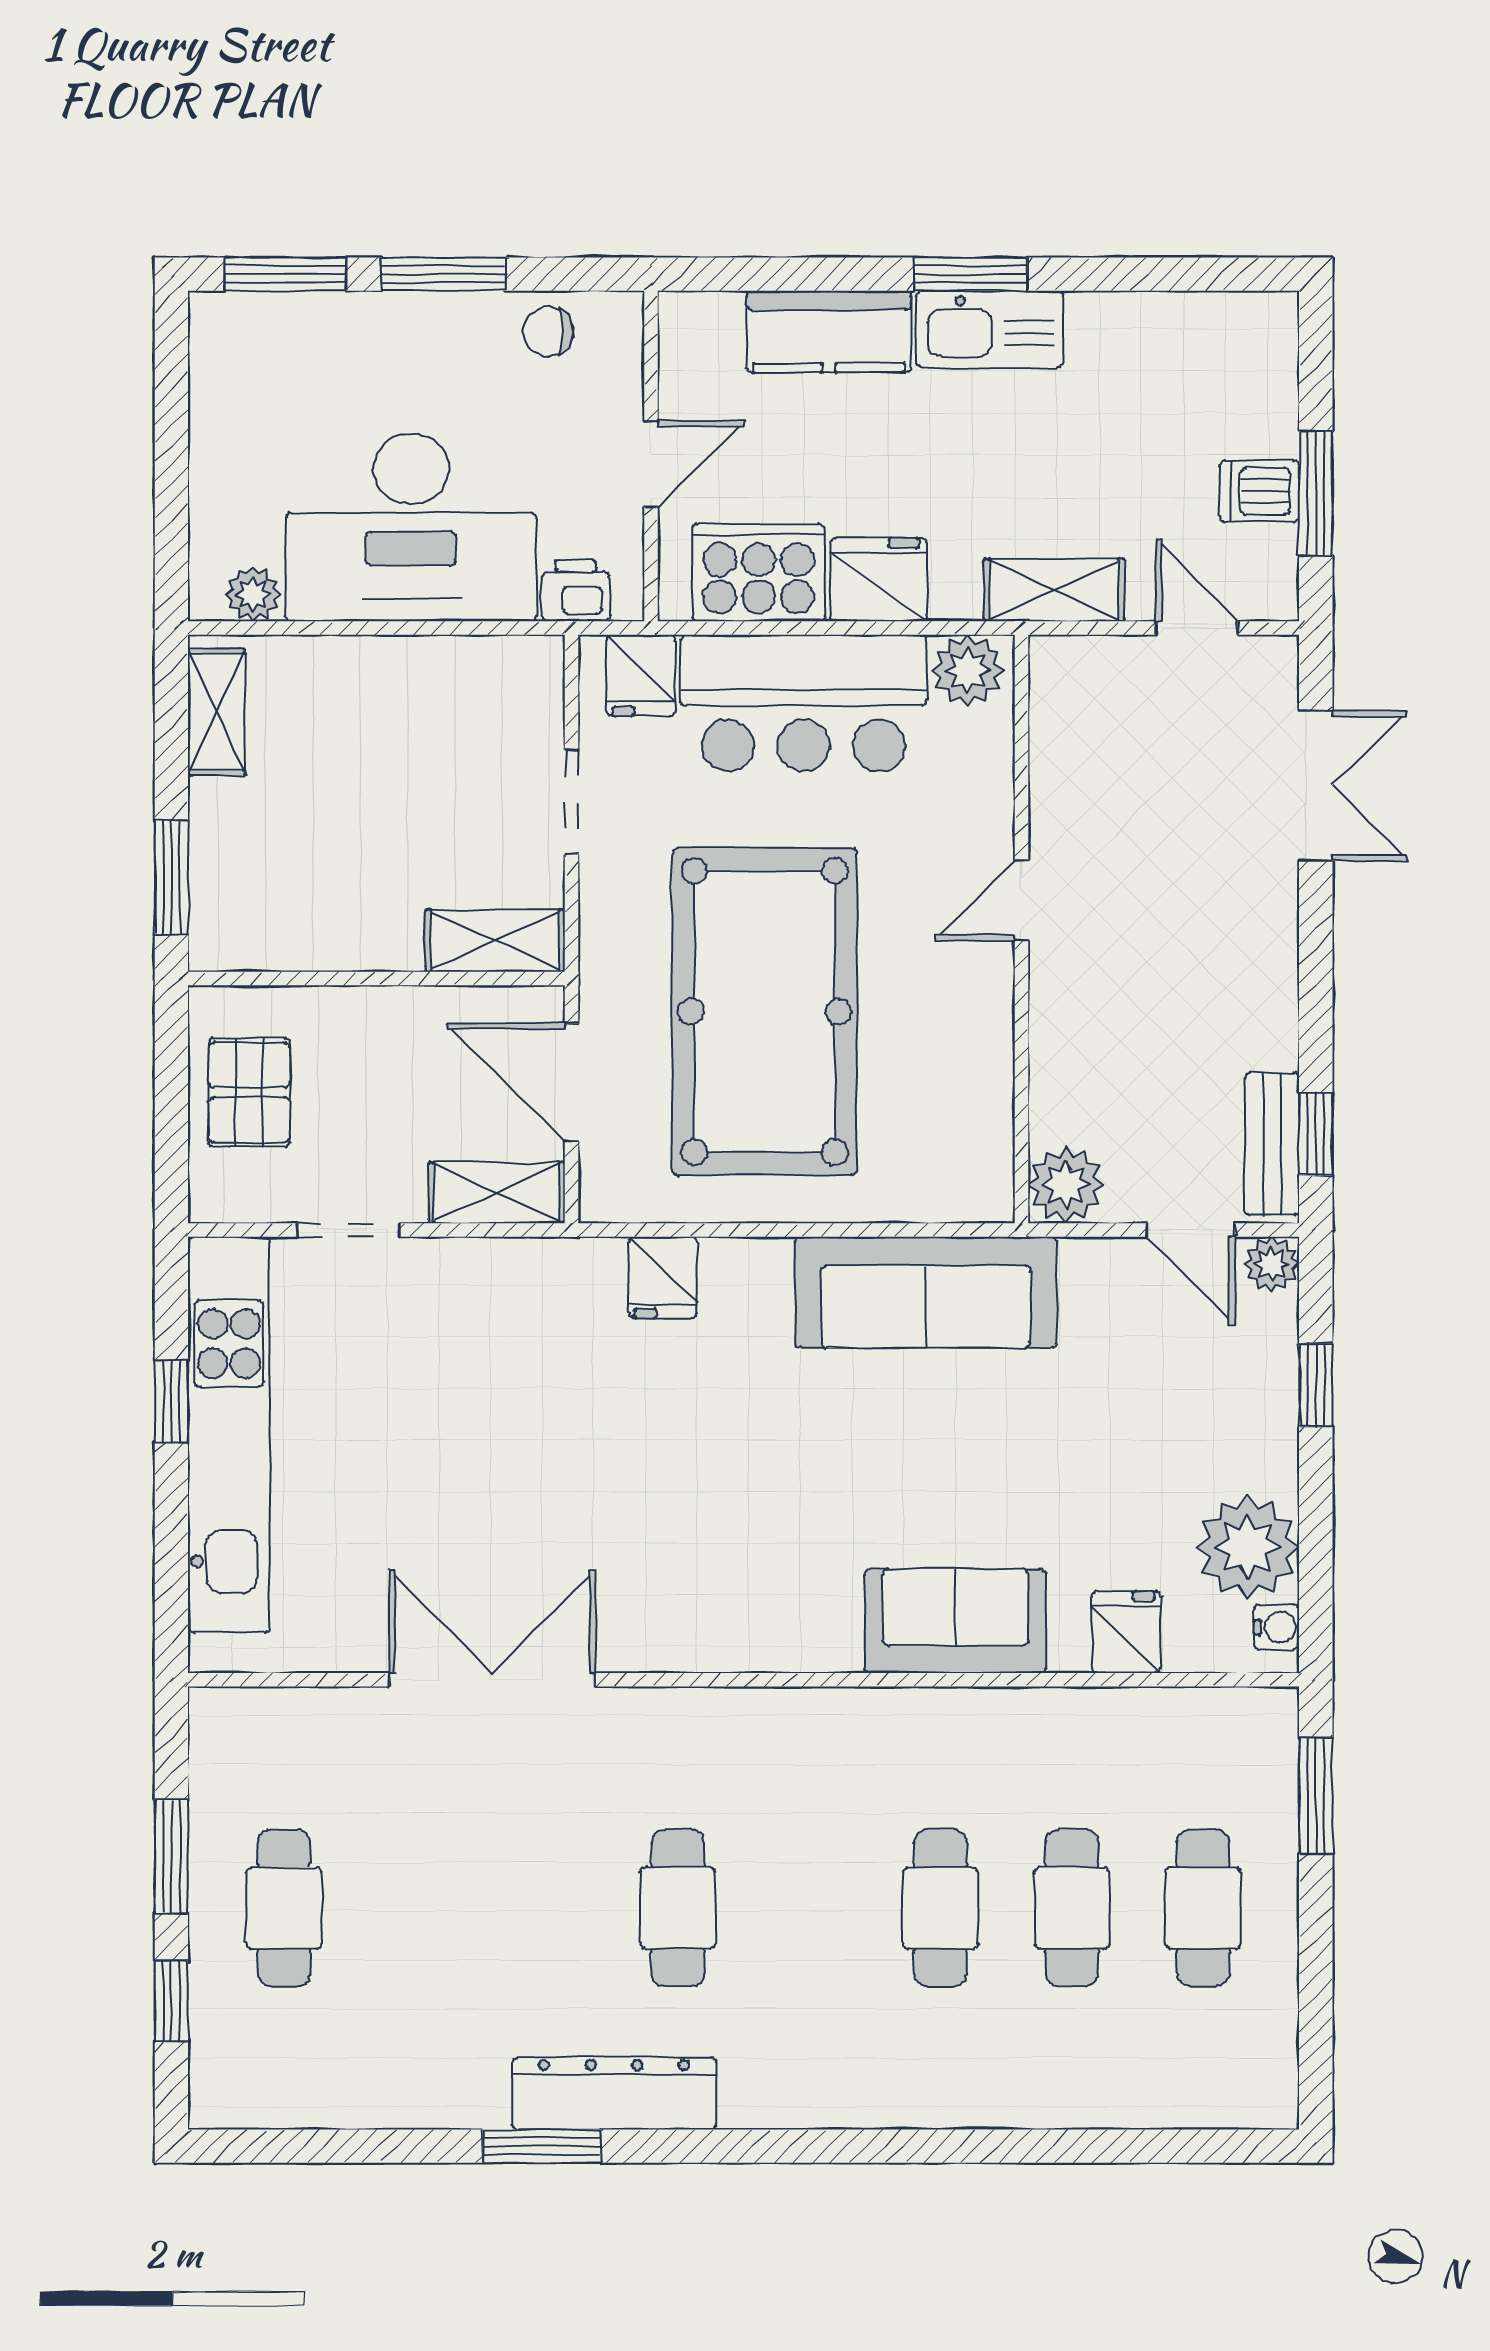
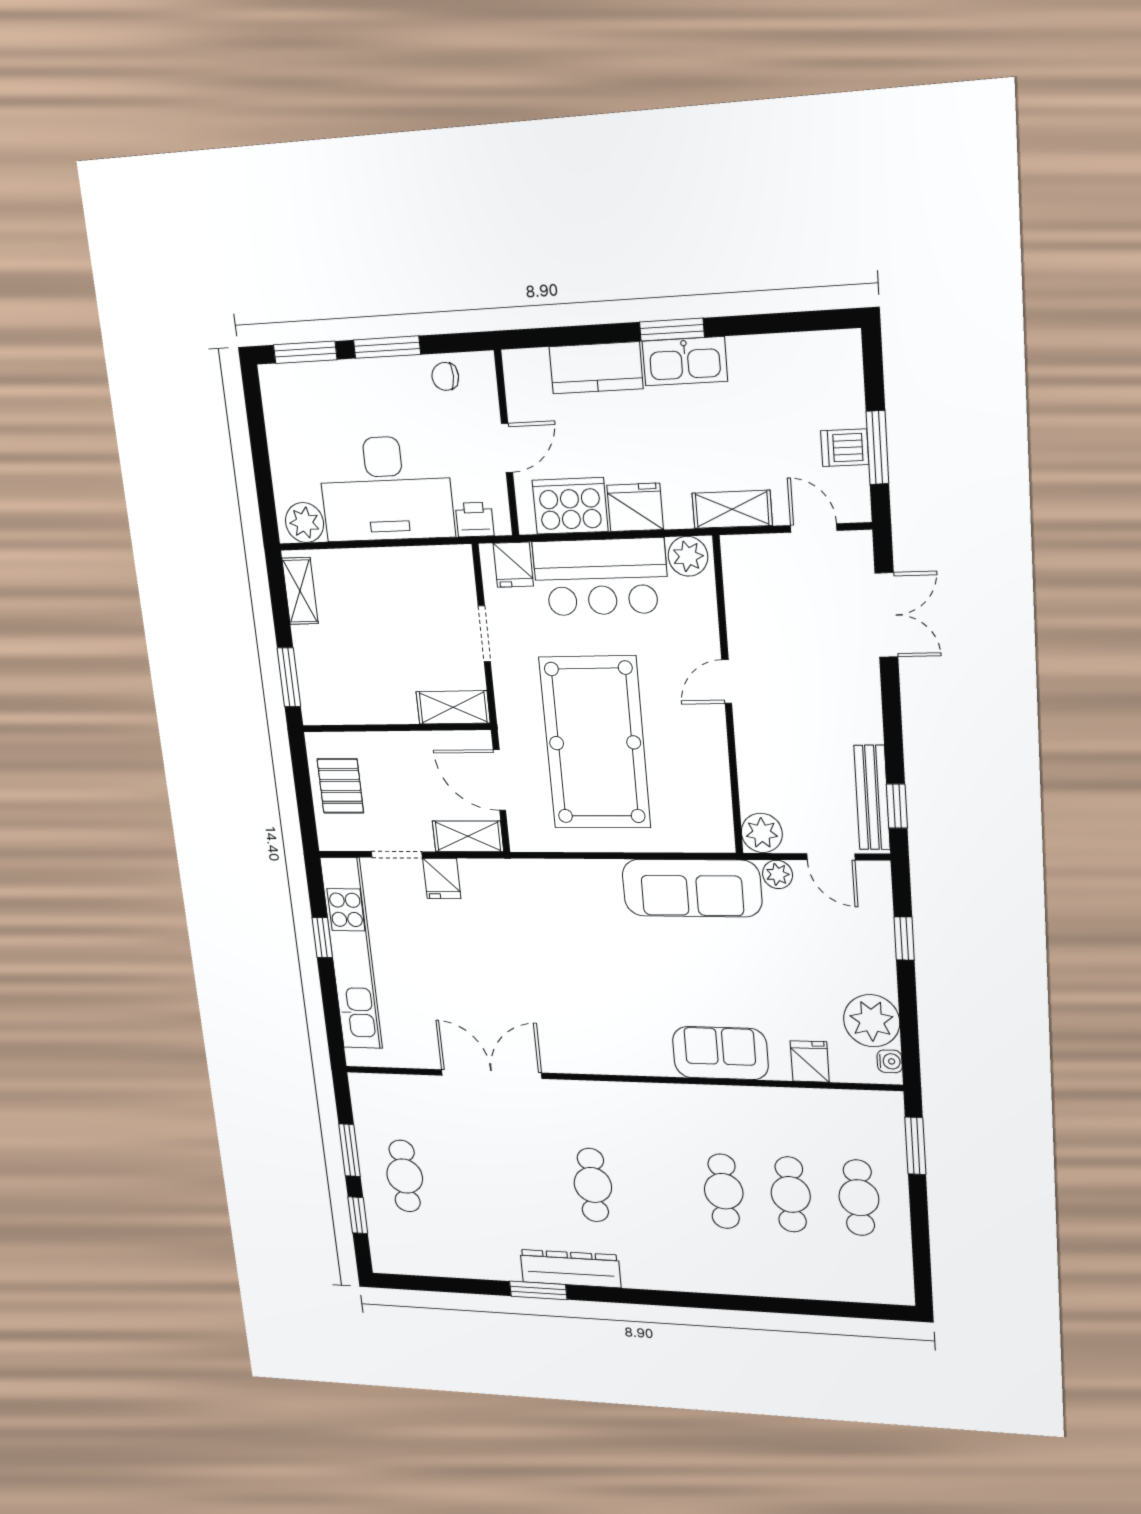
plant: (253, 594) -> (304, 523), width x1.38, depth x1.38
bench: (1272, 1144) -> (872, 798), width x1.36
plant: (1272, 1264) -> (778, 874), moved
fridge: (663, 1277) -> (442, 878), moved

